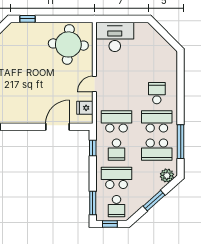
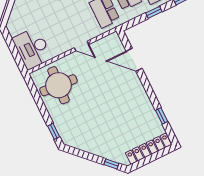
fridge: (85, 108) -> (106, 44), removed
window: (93, 148) -> (154, 12), moved

